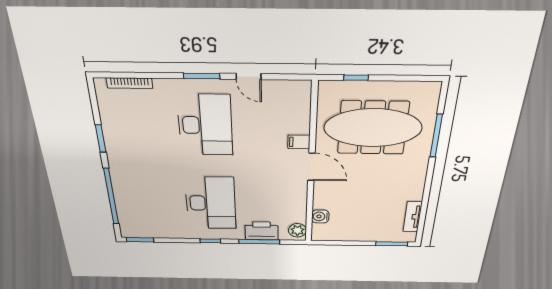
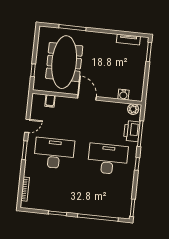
filing cabinet: (299, 142) -> (50, 101), moved
door: (311, 167) -> (87, 97), hinge flipped

